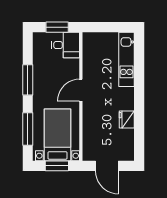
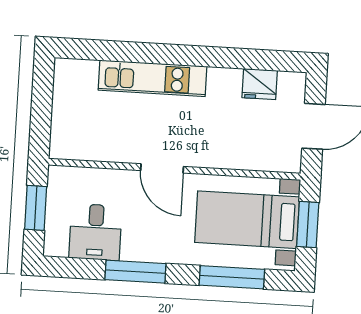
desk: (66, 45) -> (95, 232), moved, turned 180
kitchen unit: (126, 59) -> (153, 78), moved
fridge: (127, 120) -> (260, 84), moved

